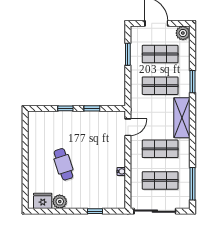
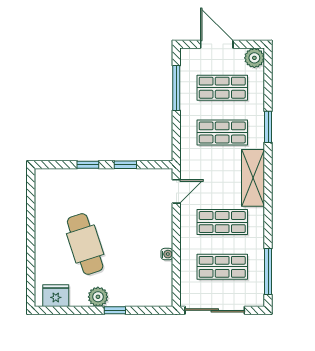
window: (128, 54) -> (176, 88), width x1.44
cafe table: (63, 164) -> (85, 244), width x1.37, depth x1.35
plant: (60, 202) -> (98, 297), moved
window: (95, 211) -> (115, 310), moved

